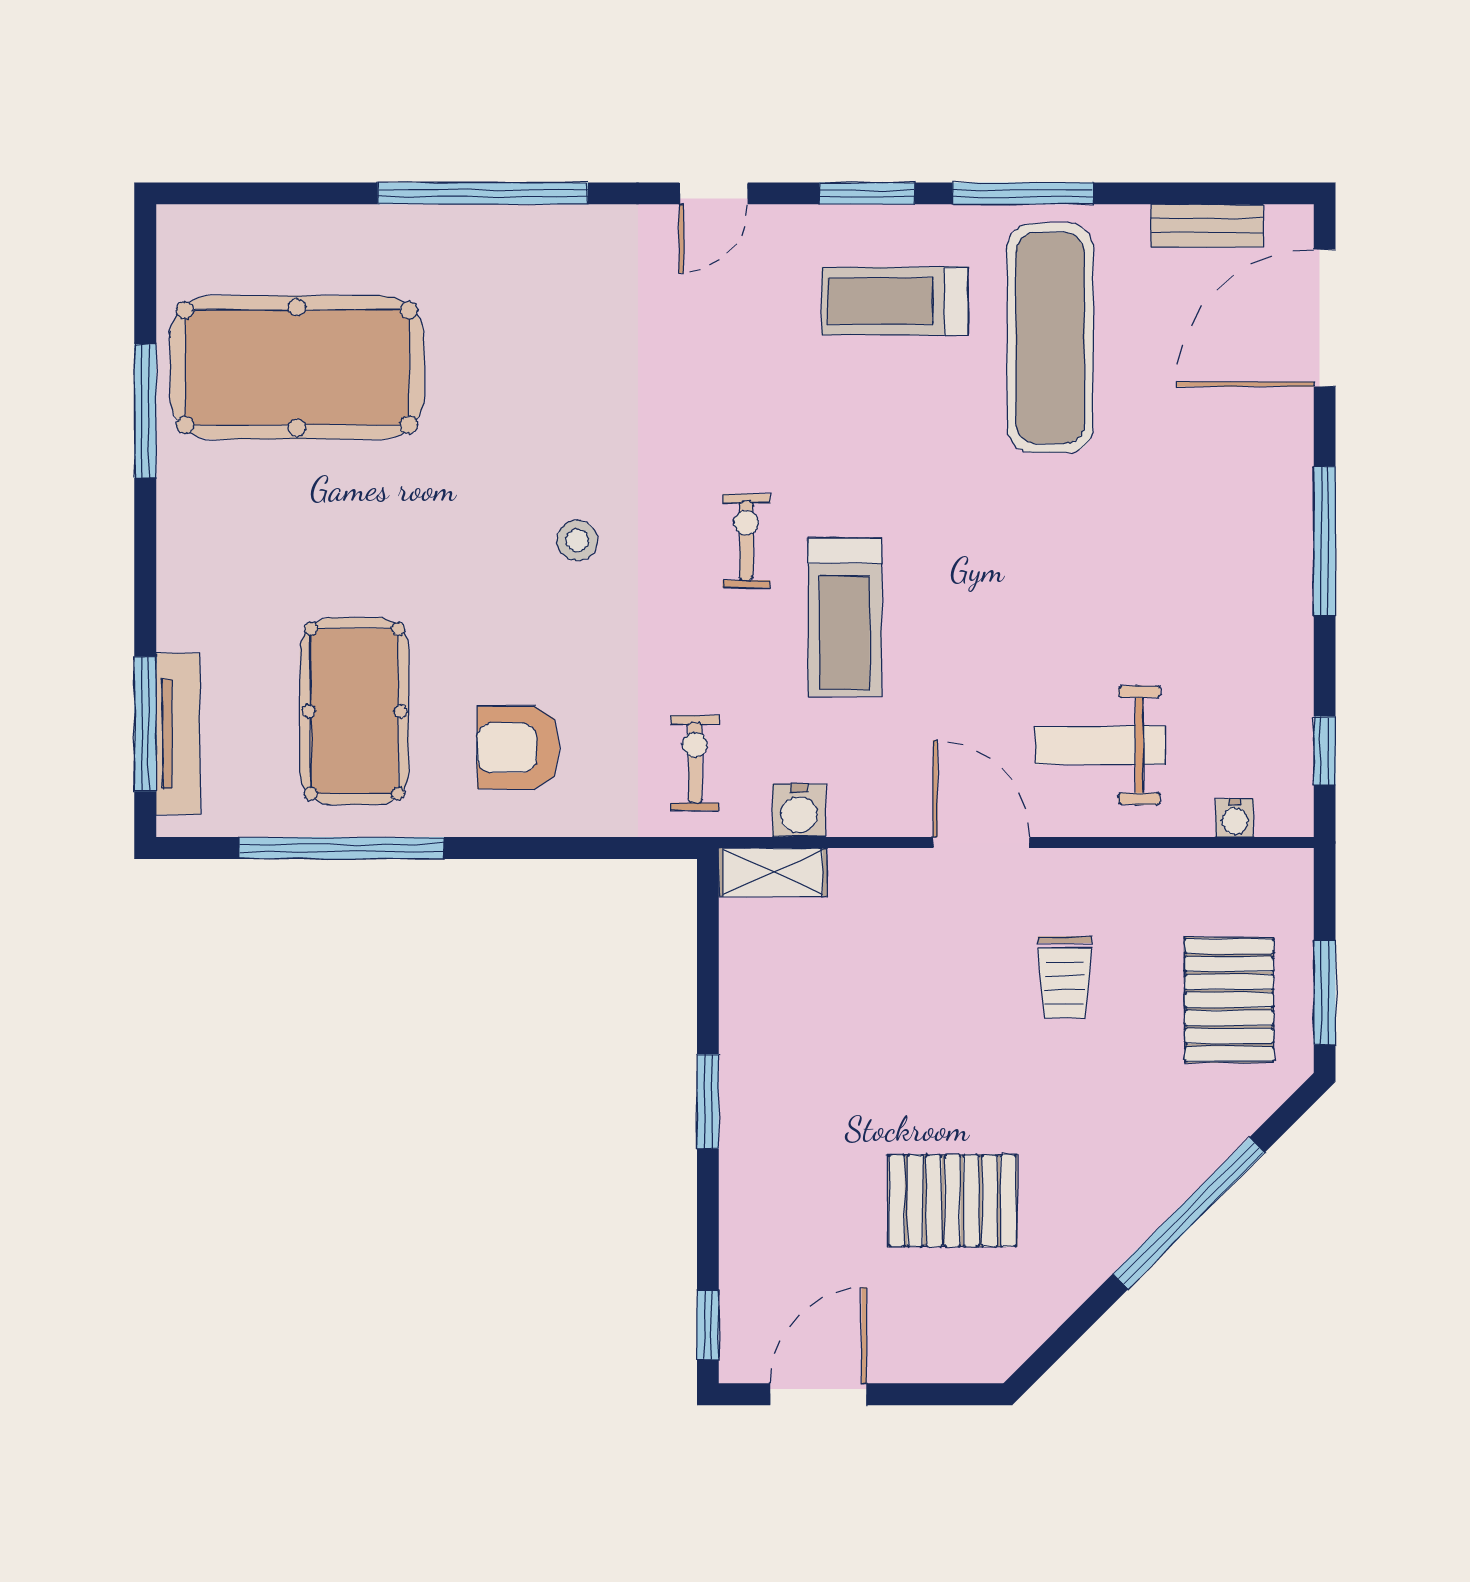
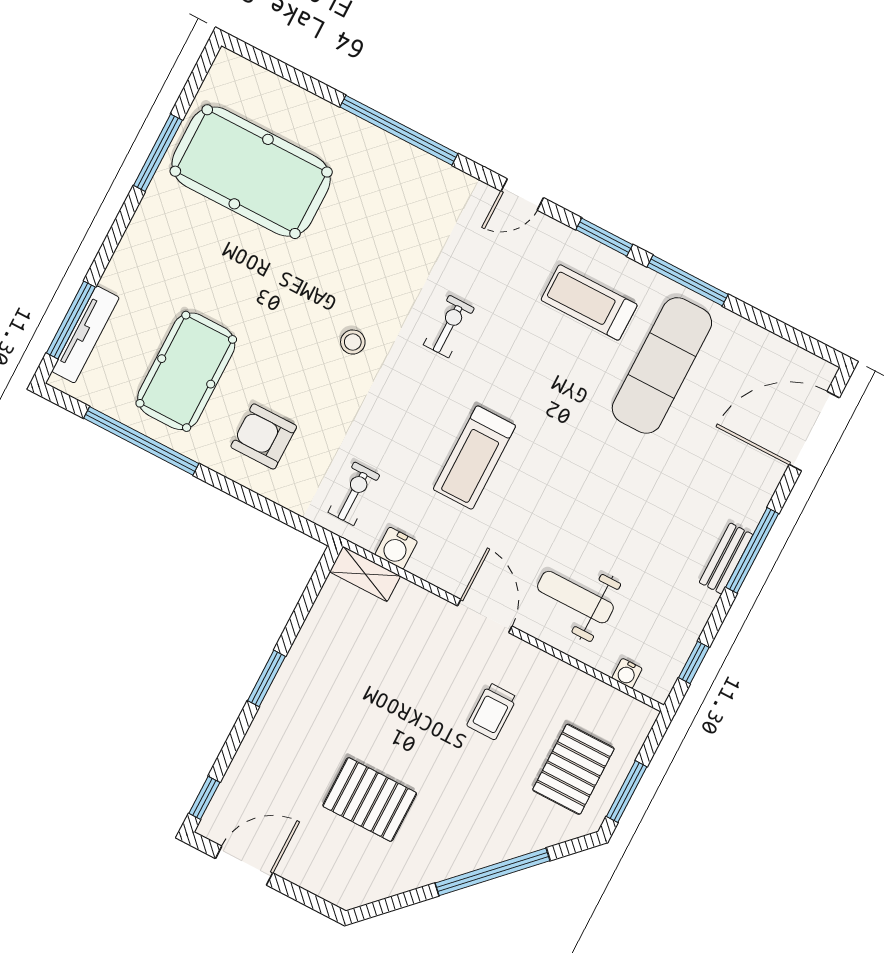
bench: (1207, 226) -> (726, 558), moved, turned 90
exercise bike: (746, 541) -> (449, 326), moved

